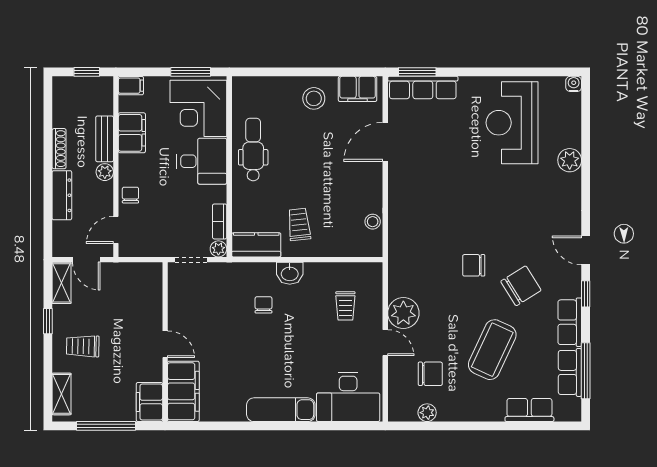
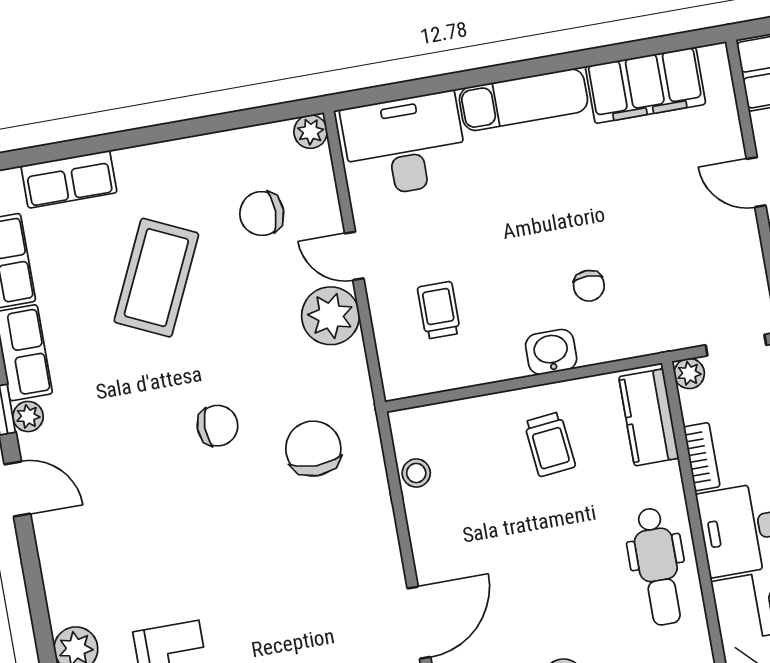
bookcase: (220, 221) -> (702, 457), moved
kitchen counter: (256, 245) -> (649, 417), moved, turned 90
chair: (521, 286) -> (313, 449), moved, turned 122
plant: (573, 288) -> (28, 417), added
filing cabinet: (183, 391) -> (645, 85), moved, turned -90
plant: (427, 413) -> (311, 132), moved

